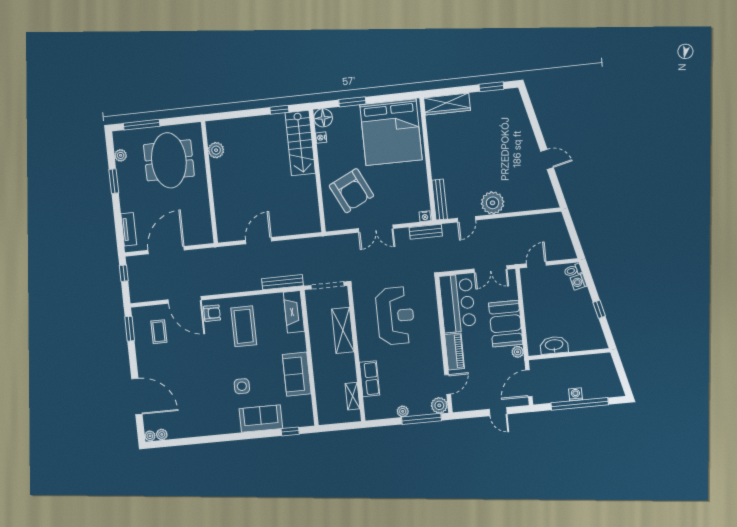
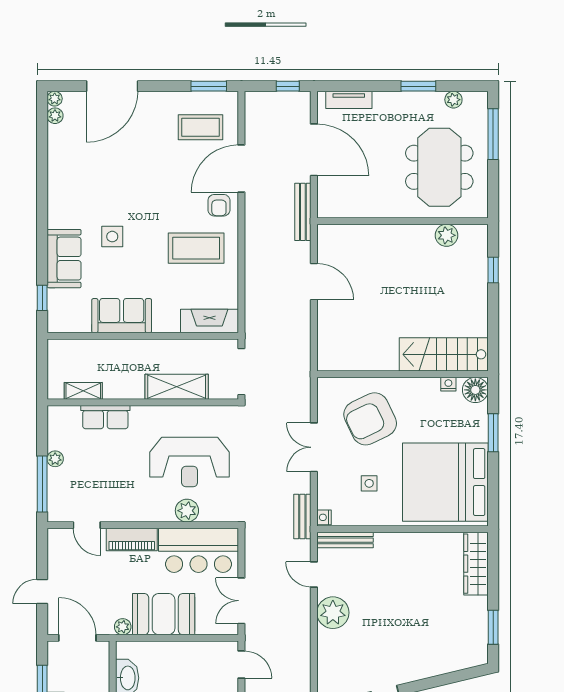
window: (279, 110) -> (493, 270), moved
meeting table: (169, 160) -> (439, 167), turned 90
side table: (397, 187) -> (369, 483), added
bench: (282, 282) -> (303, 212), moved
coffee table: (159, 332) -> (200, 127), width x1.36, depth x1.30
plant: (439, 405) -> (187, 511), moved

